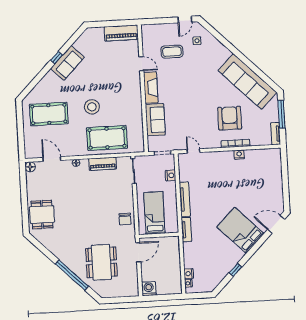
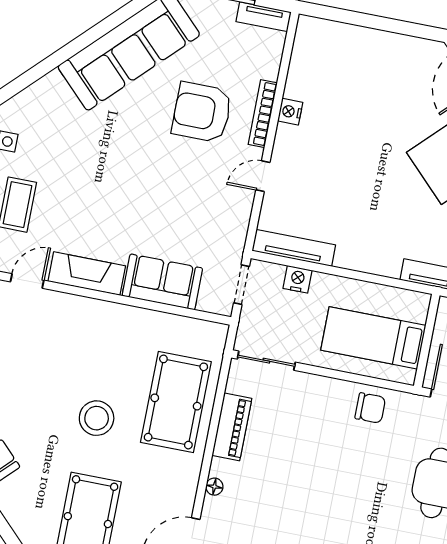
door: (193, 151) -> (263, 176), moved
tv unit: (185, 199) -> (294, 248), moved

